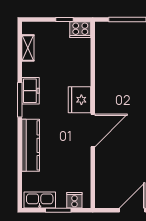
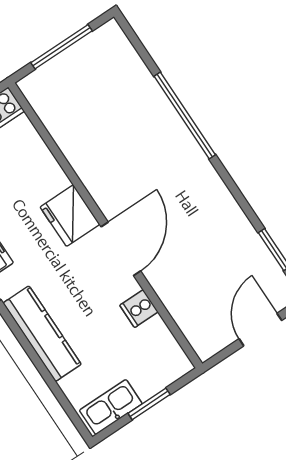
cooker: (74, 200) -> (139, 309), moved, turned -90

